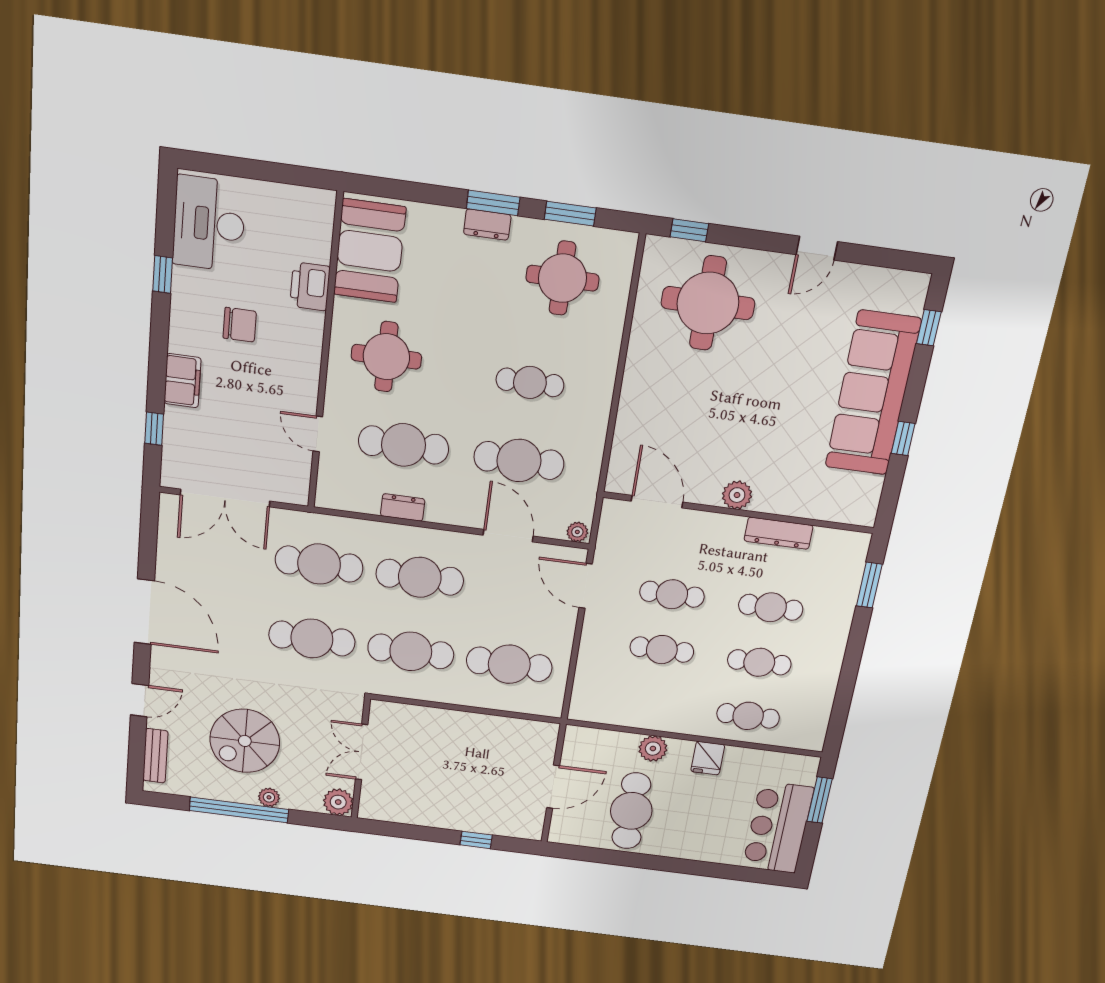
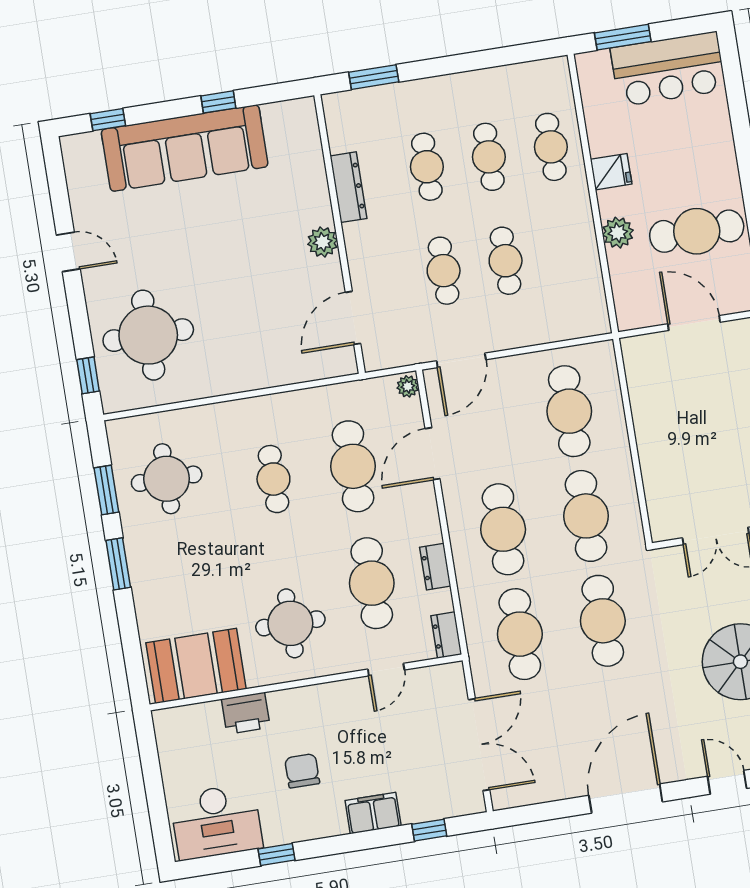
dresser: (487, 225) -> (446, 635), moved, turned 180

